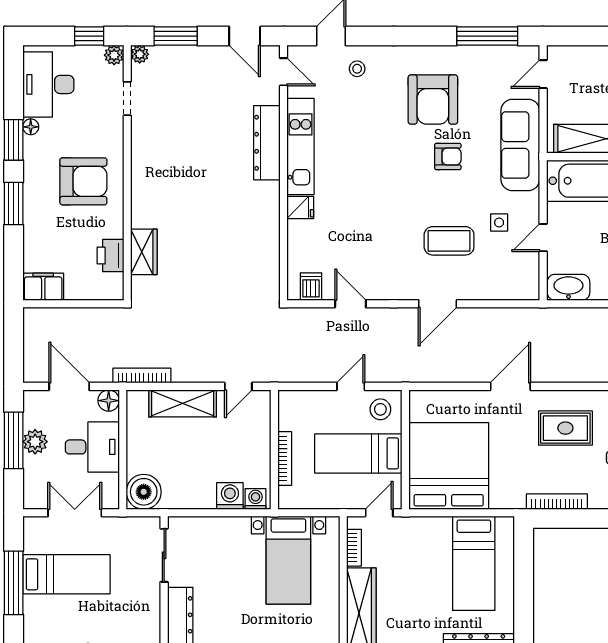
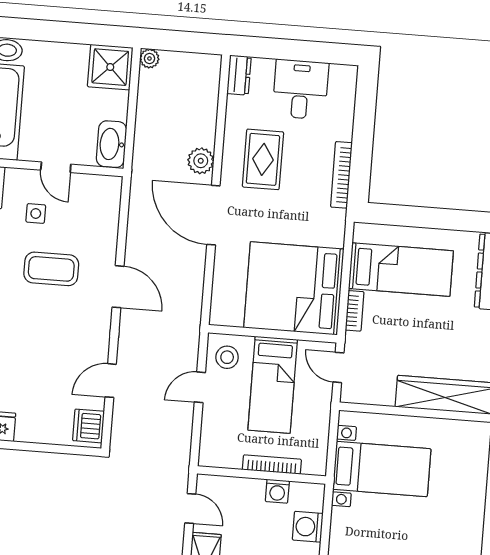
coffee table: (449, 241) -> (51, 269), turned 90
dishwasher: (311, 287) -> (88, 426), width x1.38
plant: (560, 371) -> (201, 161), added
door: (351, 386) -> (200, 387), hinge flipped
door: (510, 386) -> (213, 215), width x1.36
washing machine: (255, 499) -> (277, 491), moved, turned -90
bookcase: (354, 548) -> (355, 311), moved, turned 90

